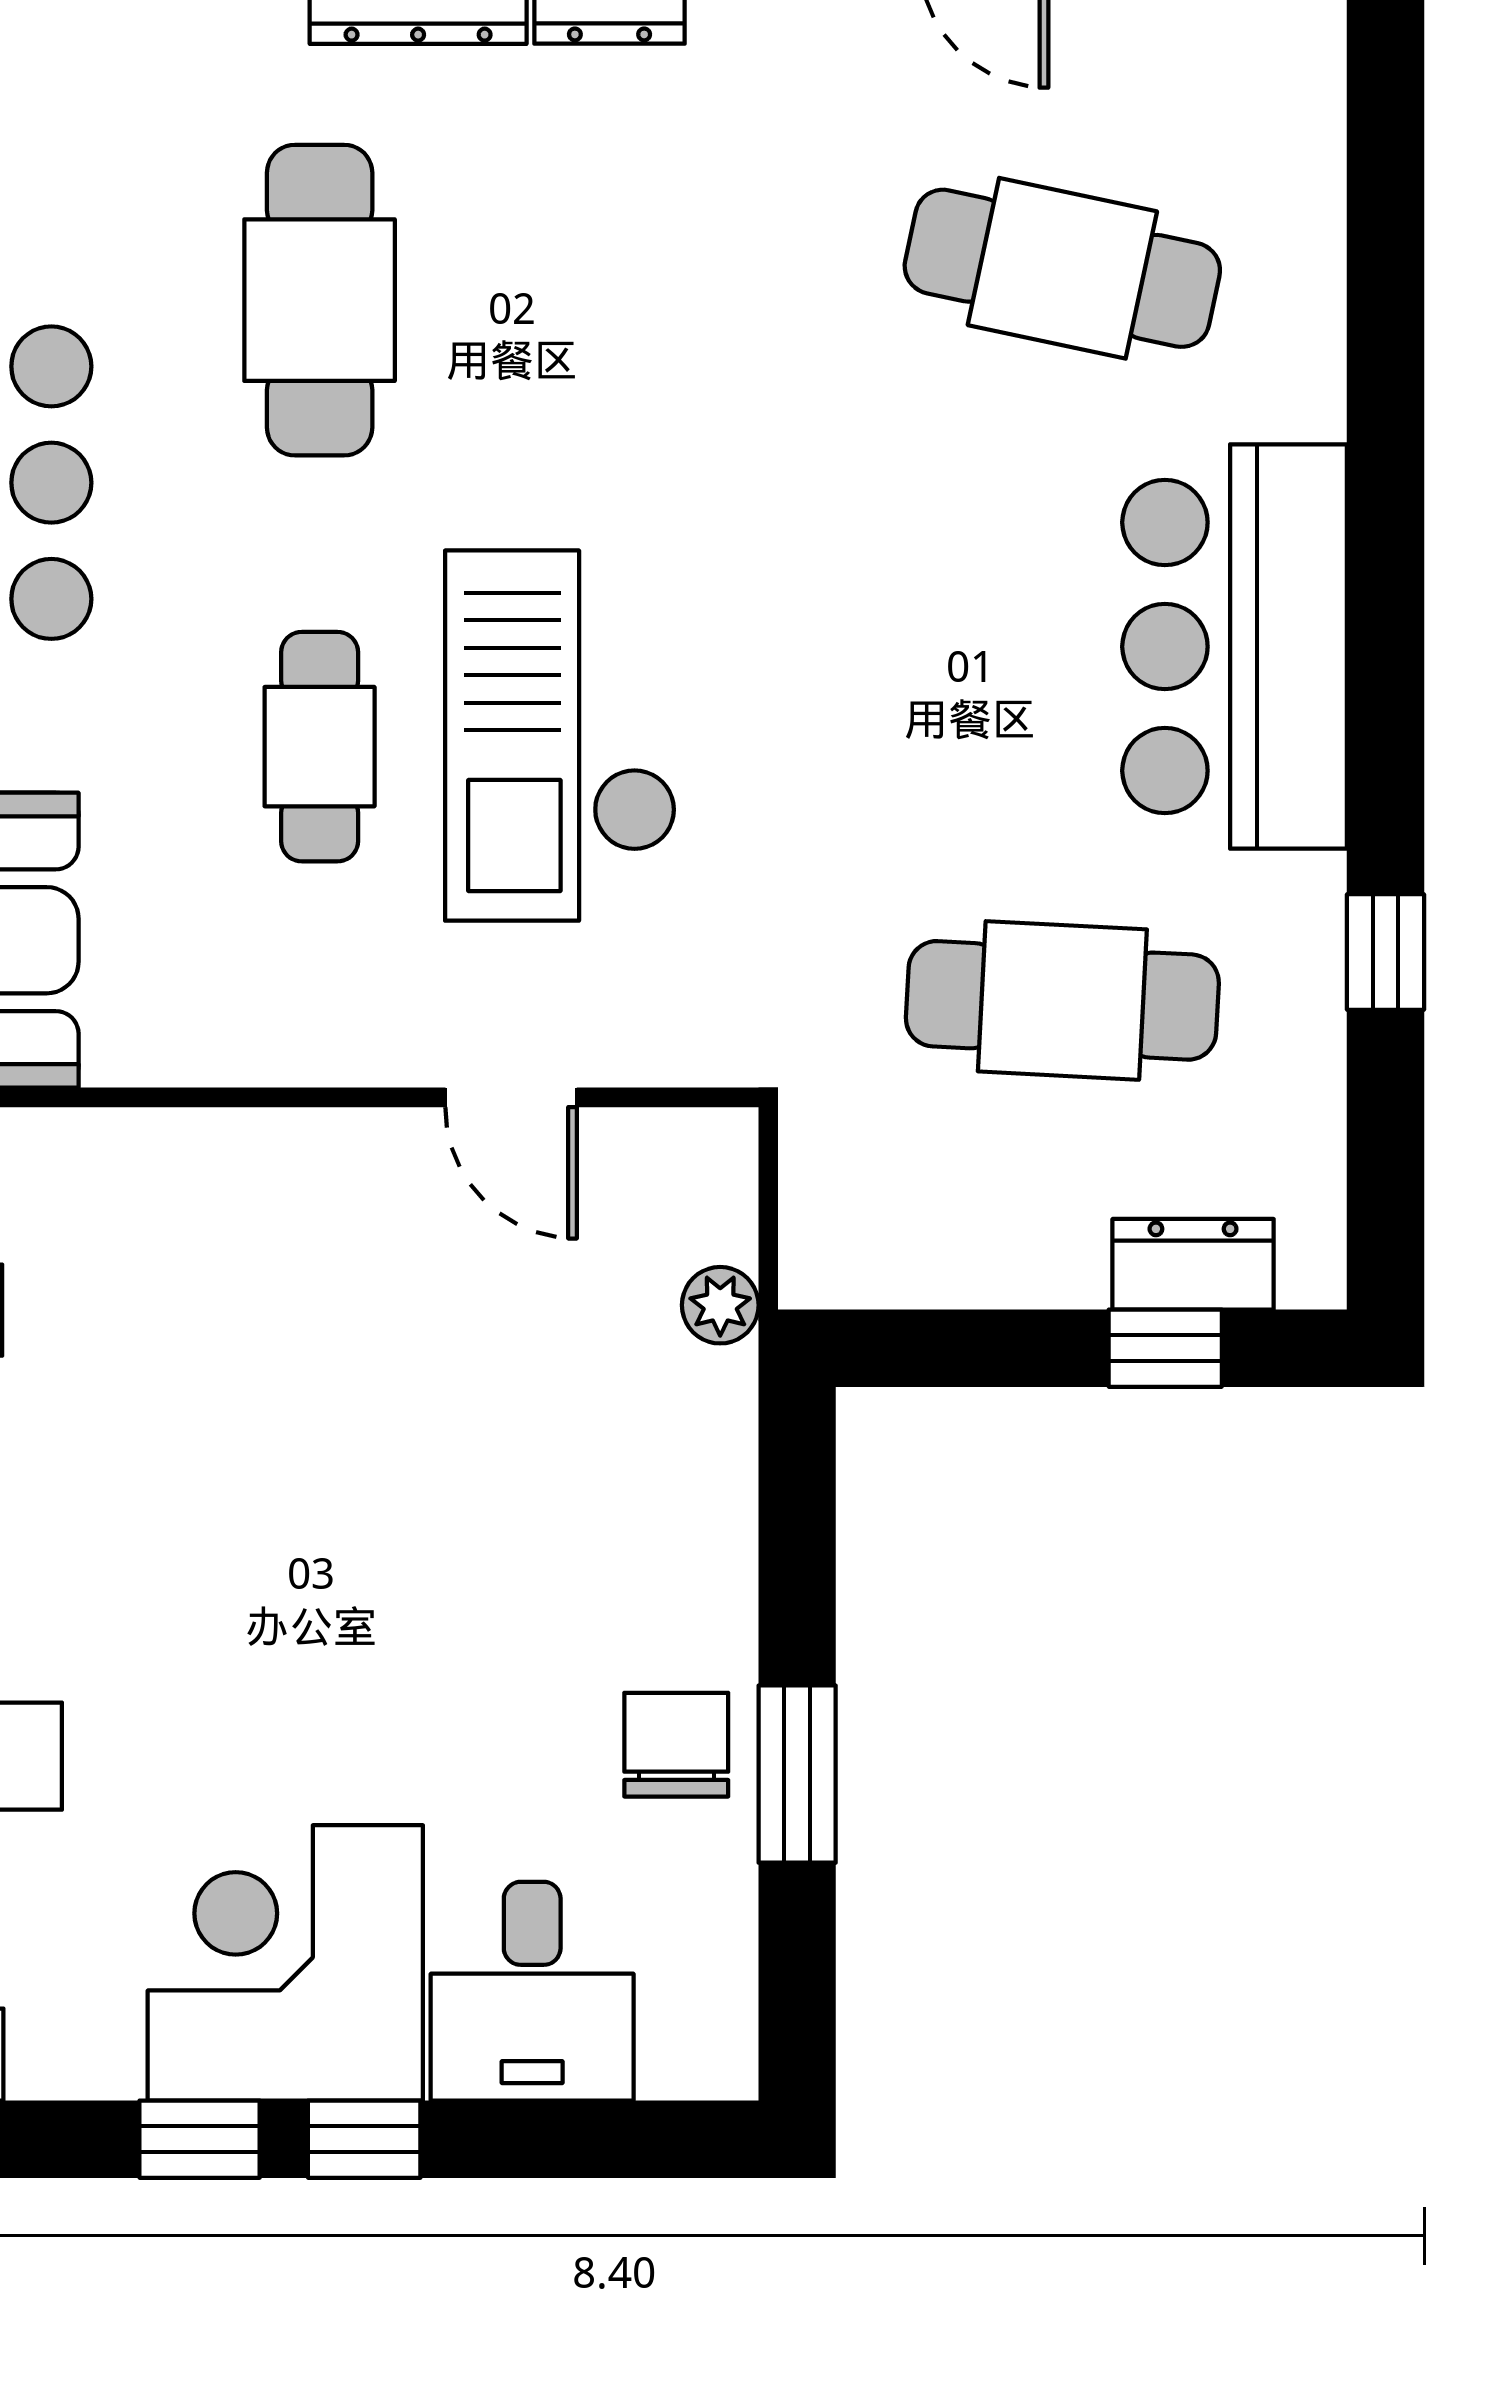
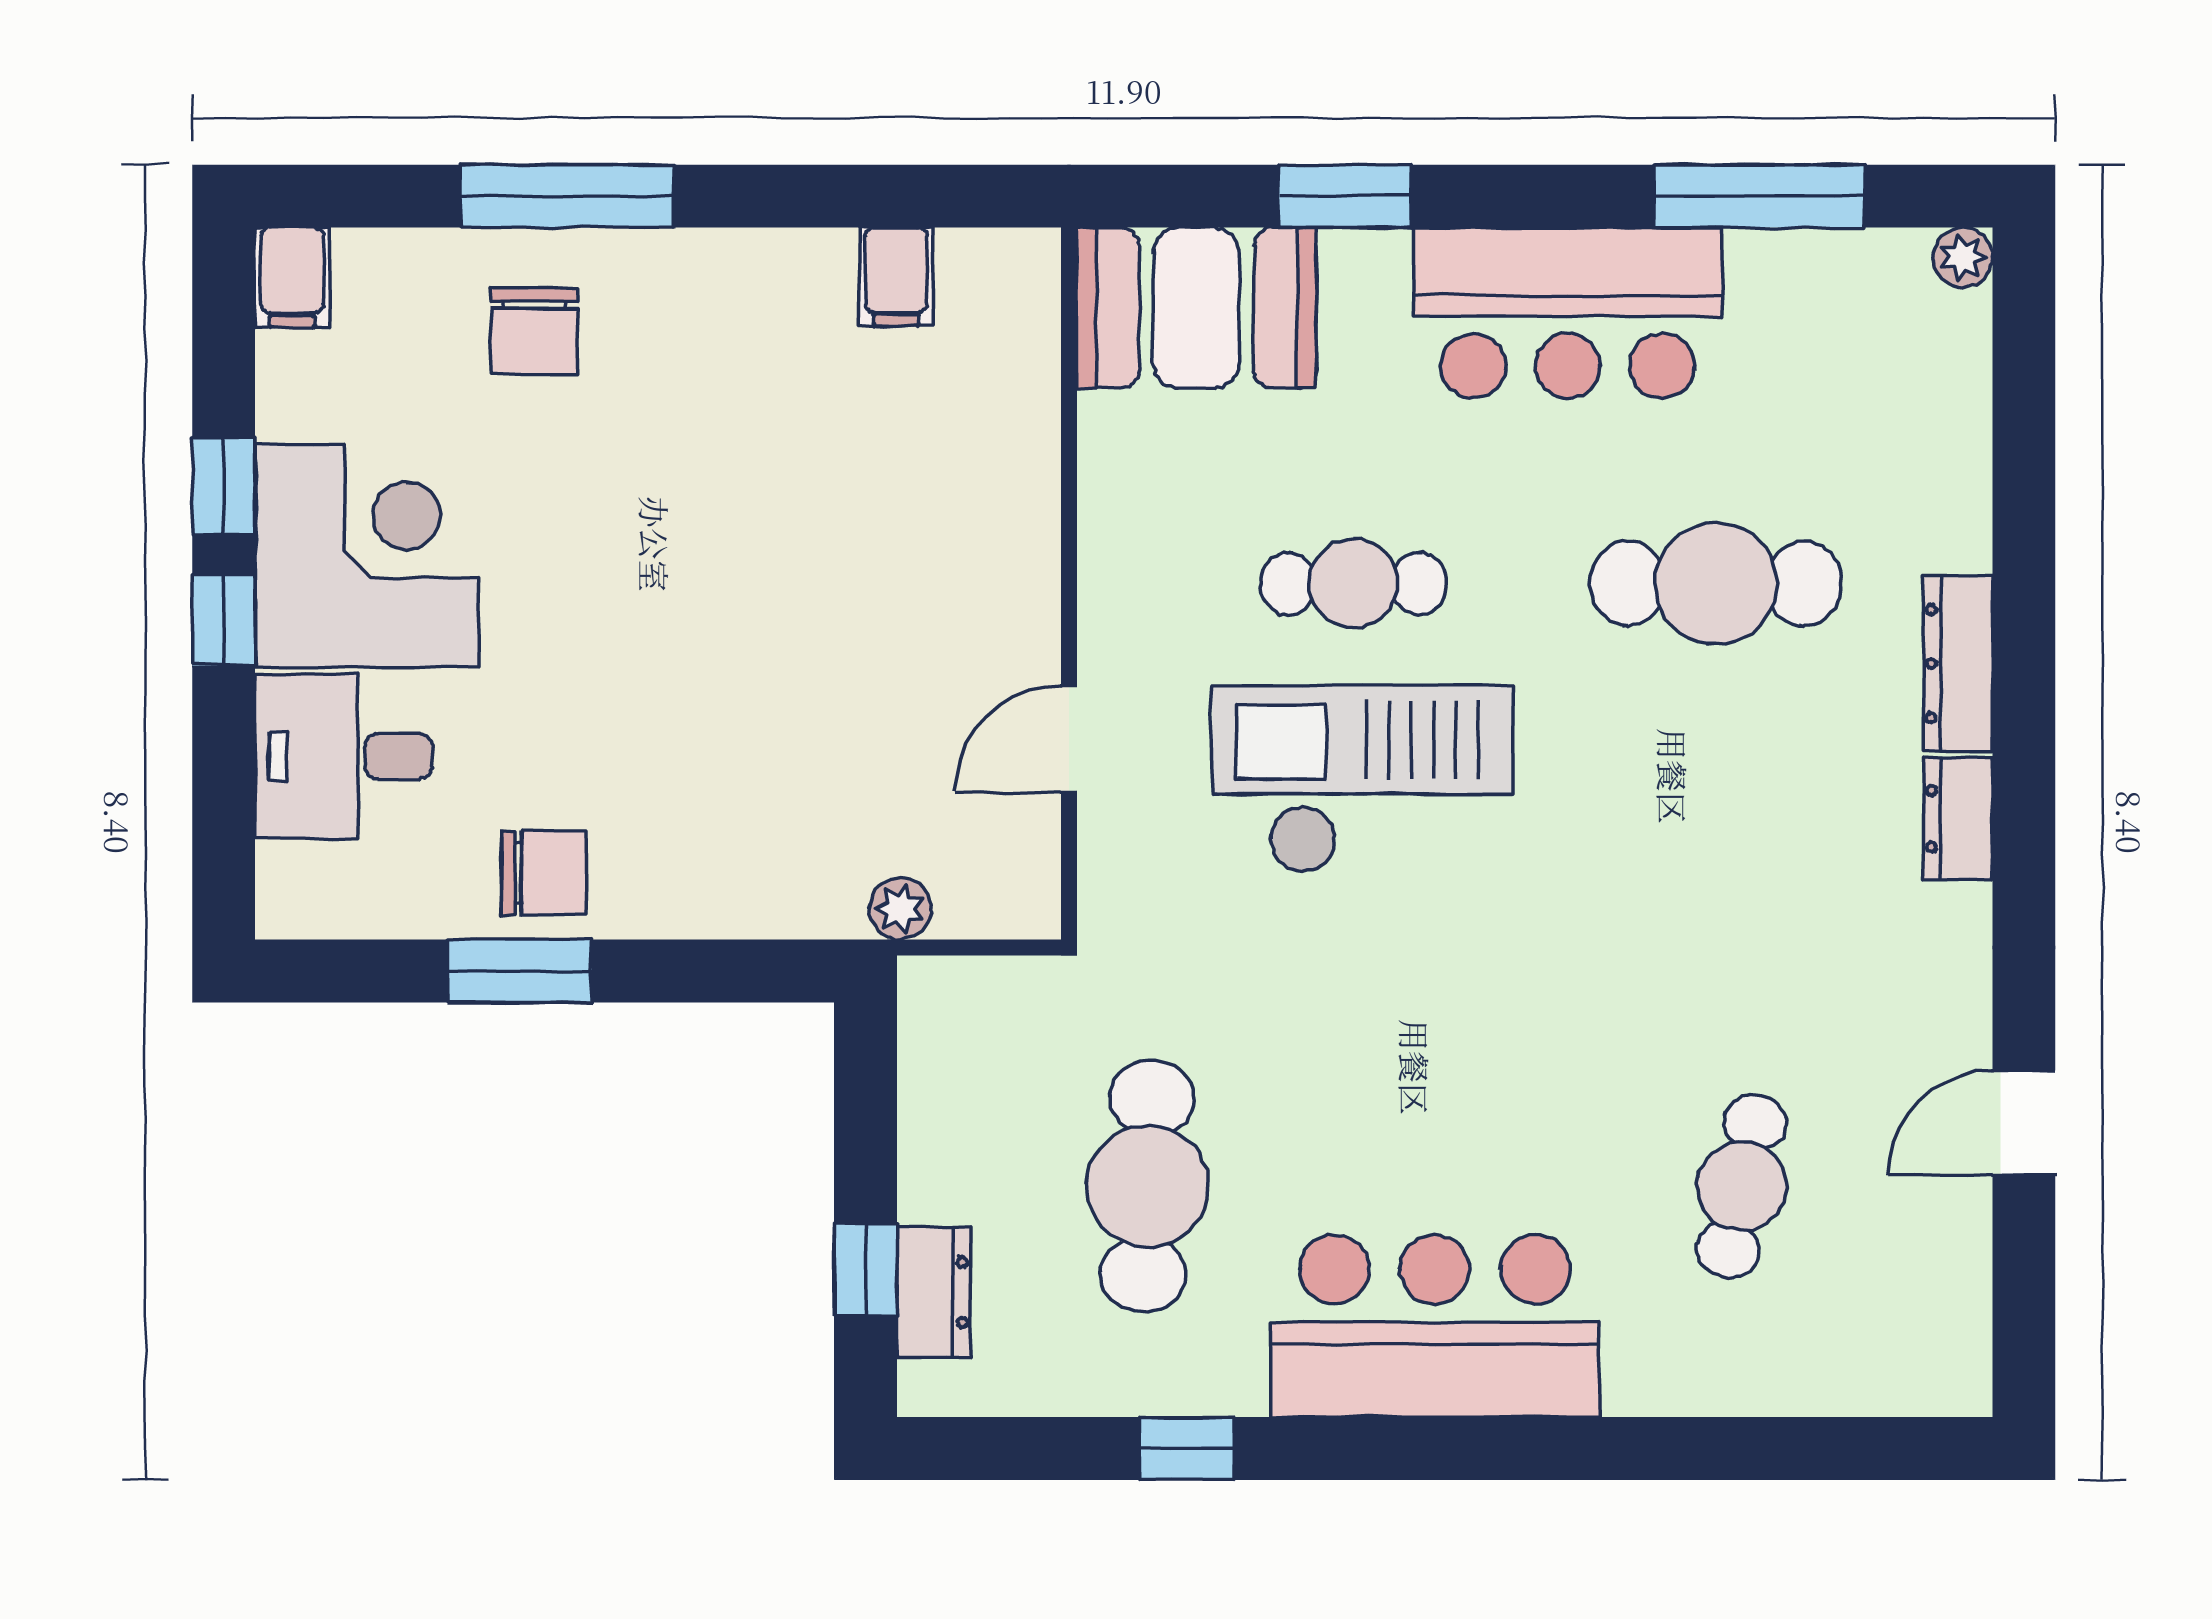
cafe table: (1062, 268) -> (1742, 1186), width x0.73, depth x0.74

